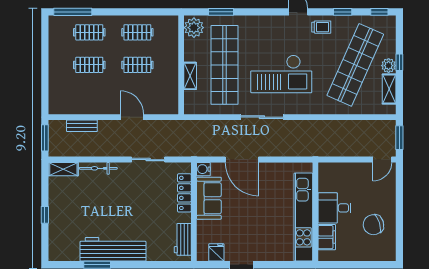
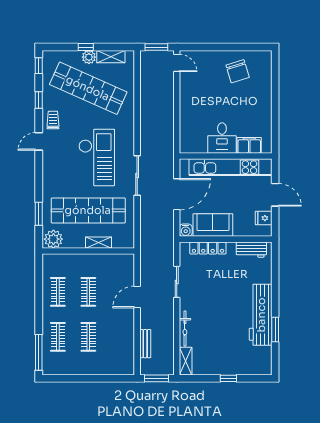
desk: (335, 208) -> (222, 138), moved
wall: (315, 212) -> (226, 156), moved
kitchen unit: (303, 217) -> (230, 167), moved
filing cabinet: (327, 237) -> (249, 145), moved

